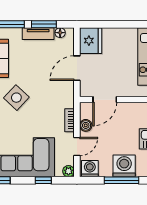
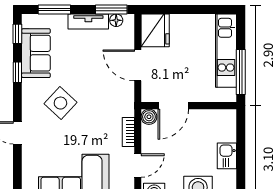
window: (44, 24) -> (111, 9), moved
door: (77, 68) -> (138, 65), hinge flipped
boiler: (86, 125) -> (149, 117), moved

